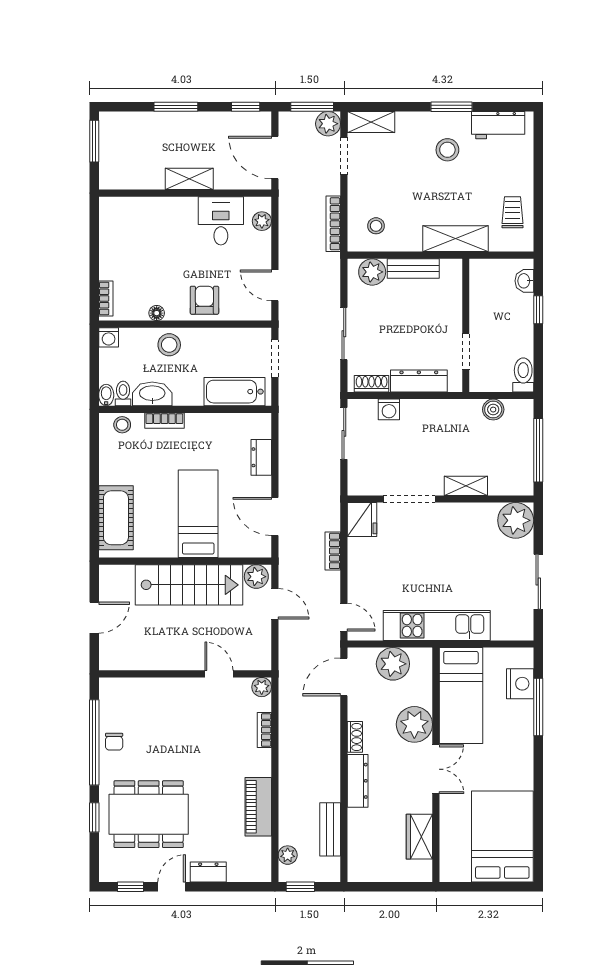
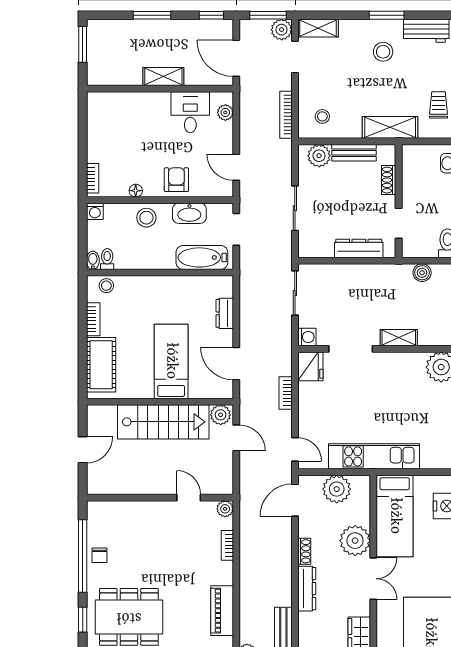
shoe rack: (372, 384) -> (389, 180), moved, turned -90
washbasin: (152, 394) -> (189, 213), moved, turned 180
washing machine: (389, 409) -> (307, 337), moved, turned -90
bookcase: (164, 421) -> (93, 319), moved, turned -90

